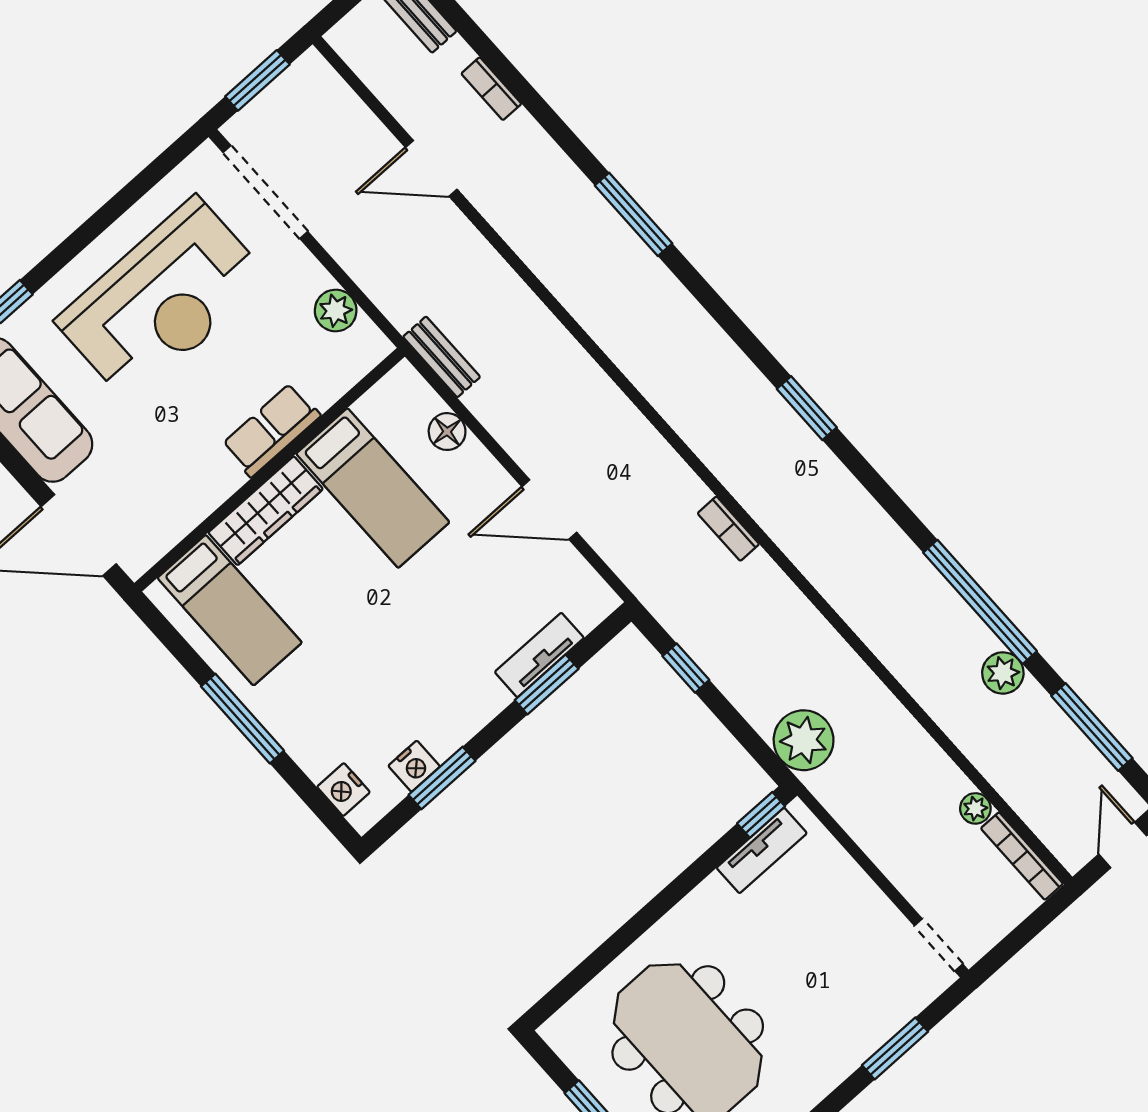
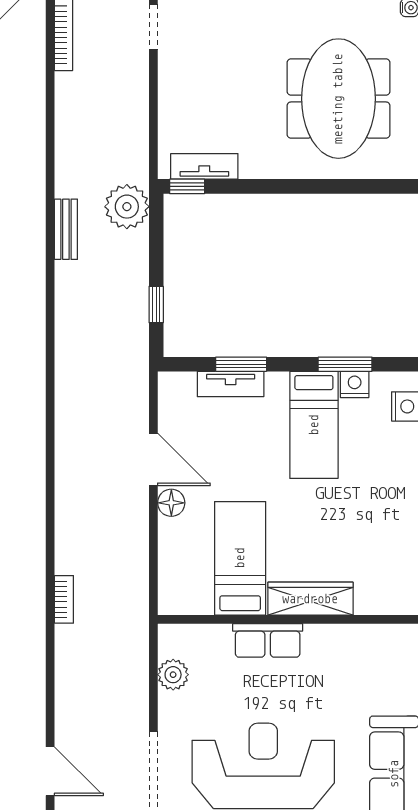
door: (431, 168) -> (50, 771), moved
bench: (442, 357) -> (66, 229), moved
floor lamp: (447, 432) -> (171, 503), moved
bookcase: (728, 529) -> (64, 599), moved
bed: (230, 610) -> (314, 425), moved, turned 180
plant: (975, 808) -> (66, 84), removed

